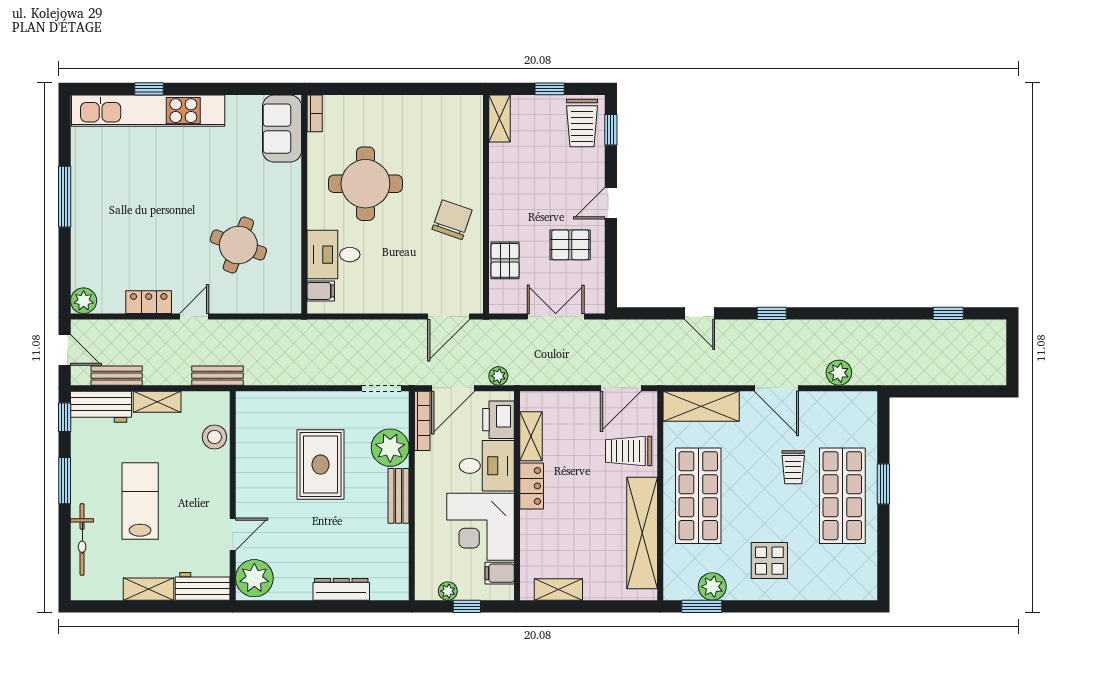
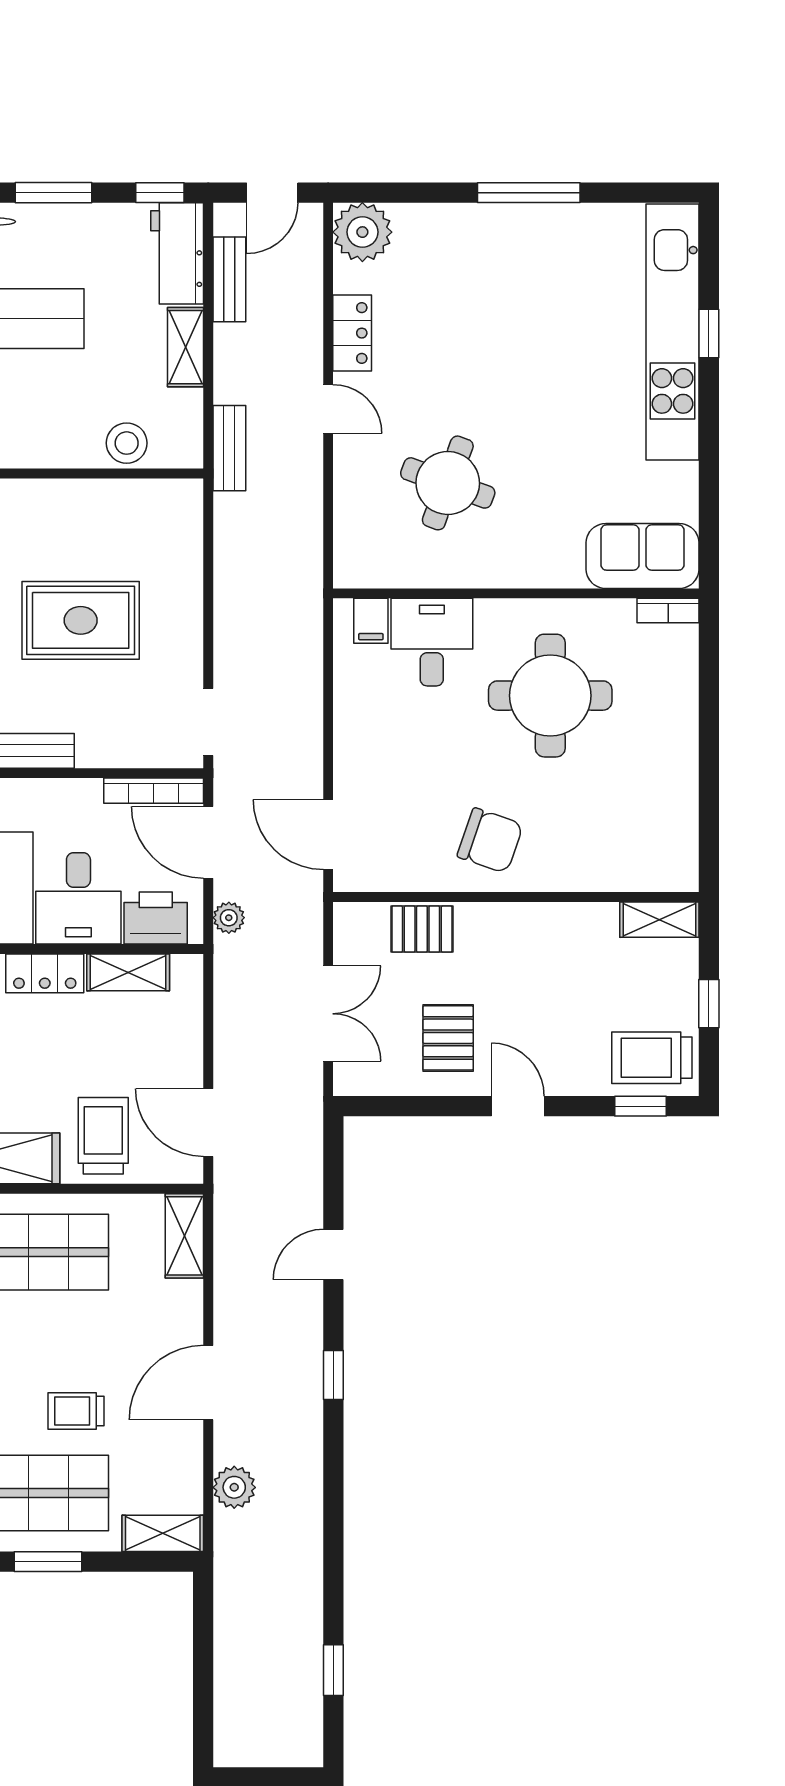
plant: (84, 301) -> (362, 232), width x1.36, depth x1.36
shelving: (701, 406) -> (184, 1236), width x0.67, depth x0.75
shelving: (866, 415) -> (163, 1533), added
plant: (390, 448) -> (109, 737), removed

